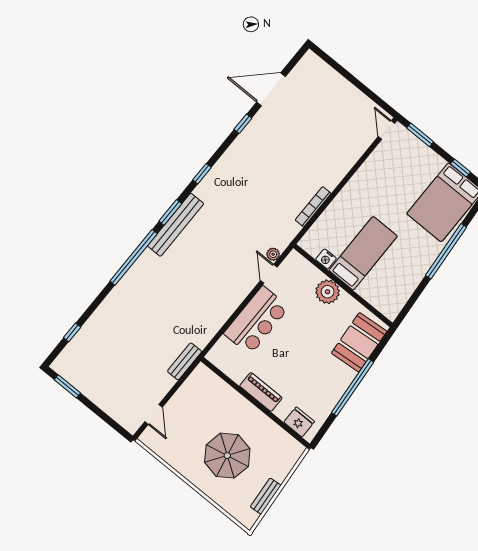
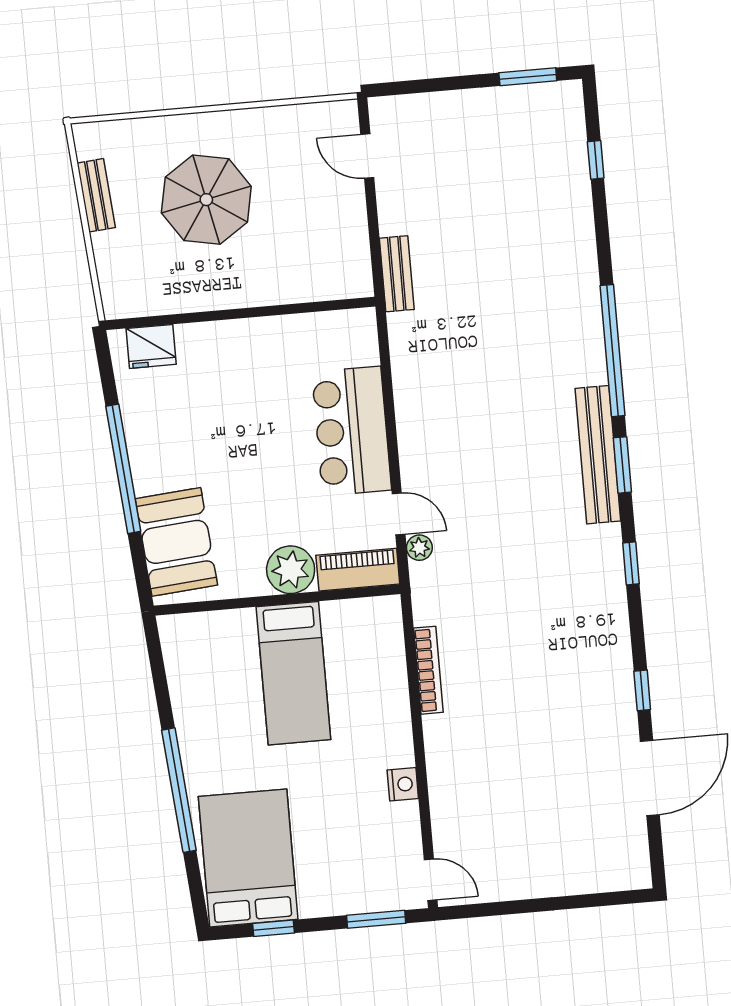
nightstand: (326, 259) -> (403, 784), moved, turned 90
piano: (261, 392) -> (358, 570), moved, turned 180

